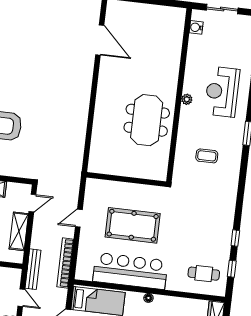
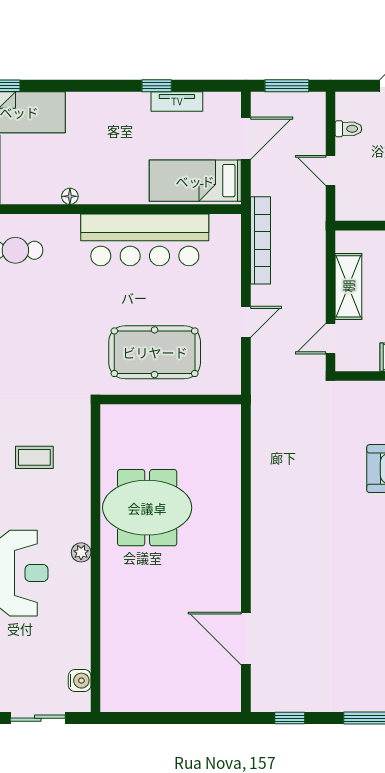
meeting table: (147, 120) -> (147, 508), turned 90
pool table: (133, 225) -> (155, 352), moved
bench: (33, 269) -> (316, 223), removed
floor lamp: (148, 298) -> (70, 196), moved

